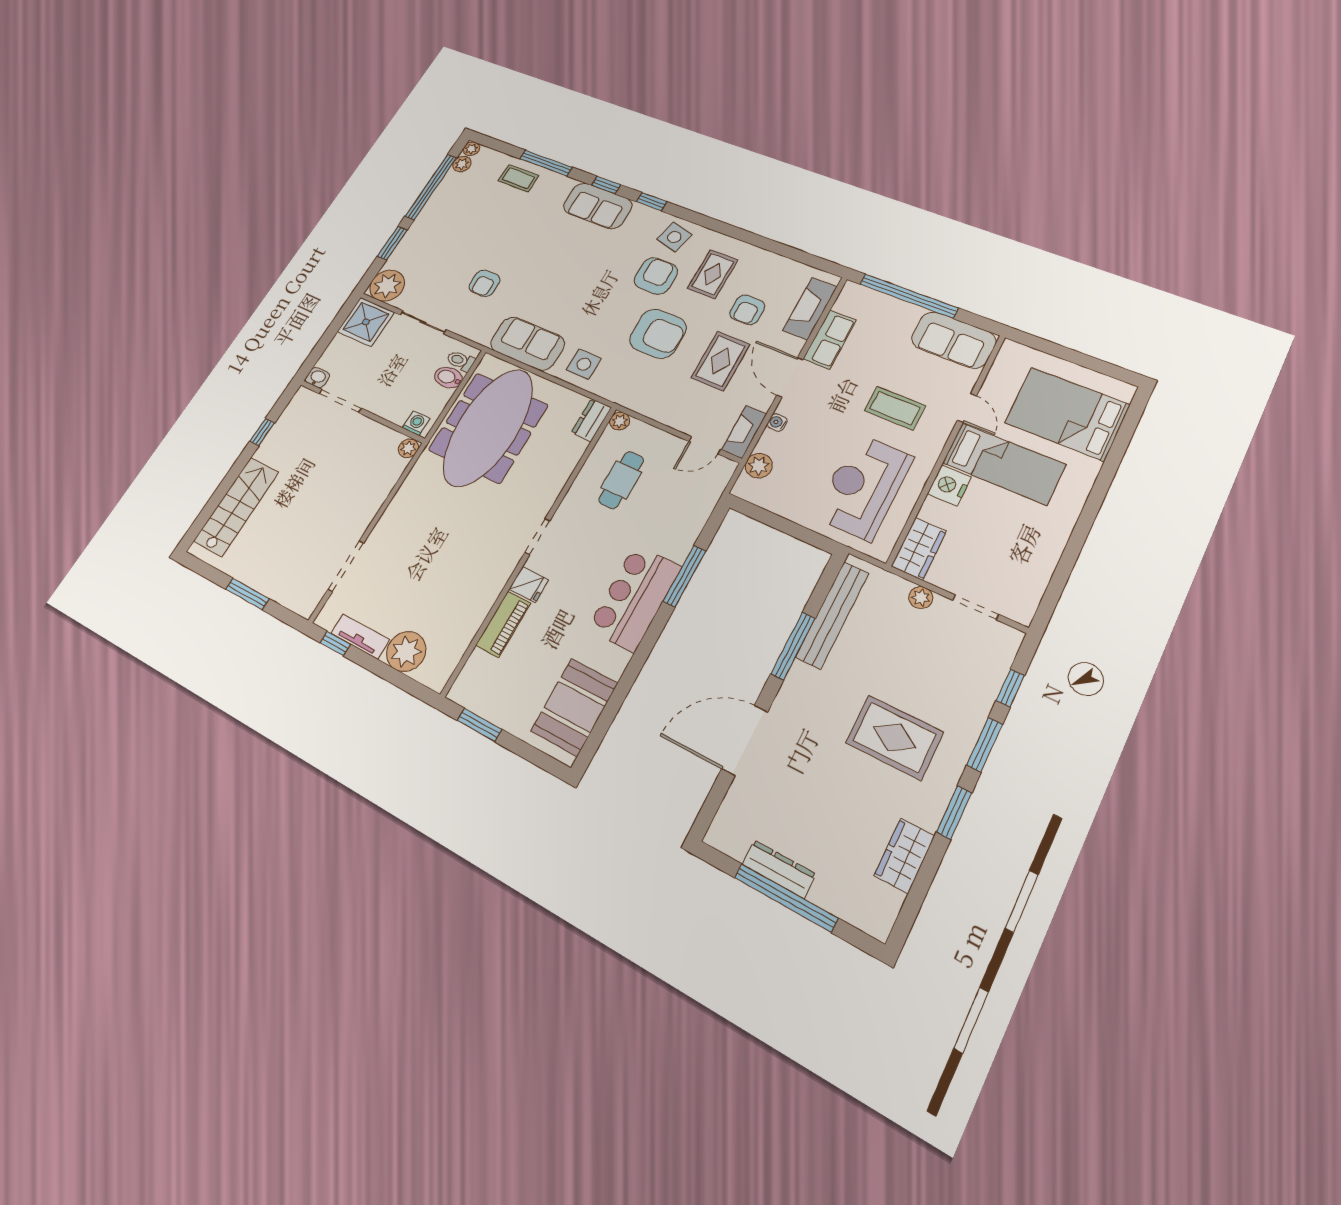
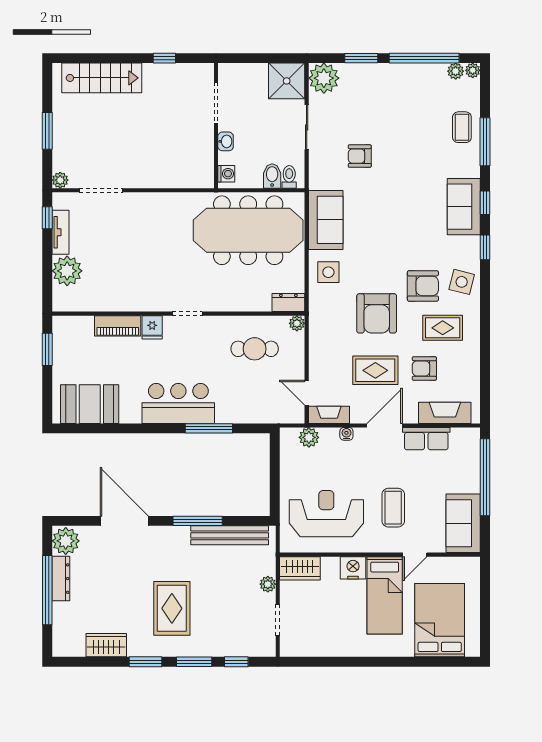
washbasin: (317, 378) -> (226, 141), moved
plant: (408, 448) -> (60, 180), moved
plant: (731, 834) -> (66, 541), added

